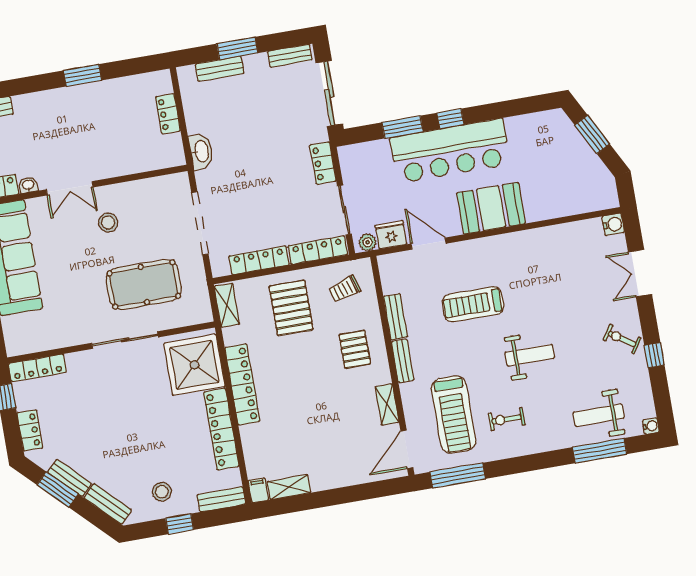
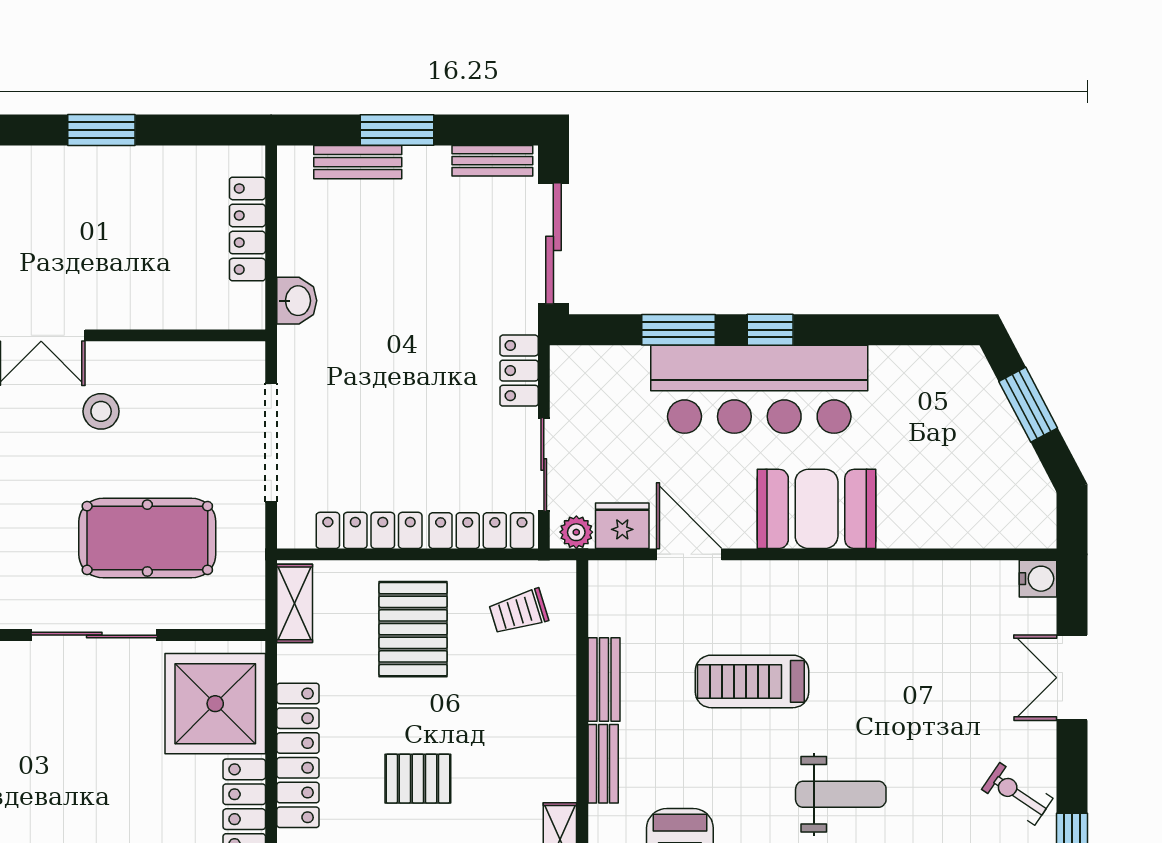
locker: (168, 114) -> (247, 229), width x1.53
washbasin: (201, 151) -> (297, 301), width x0.72
pallet: (355, 349) -> (418, 779), moved, turned 90

